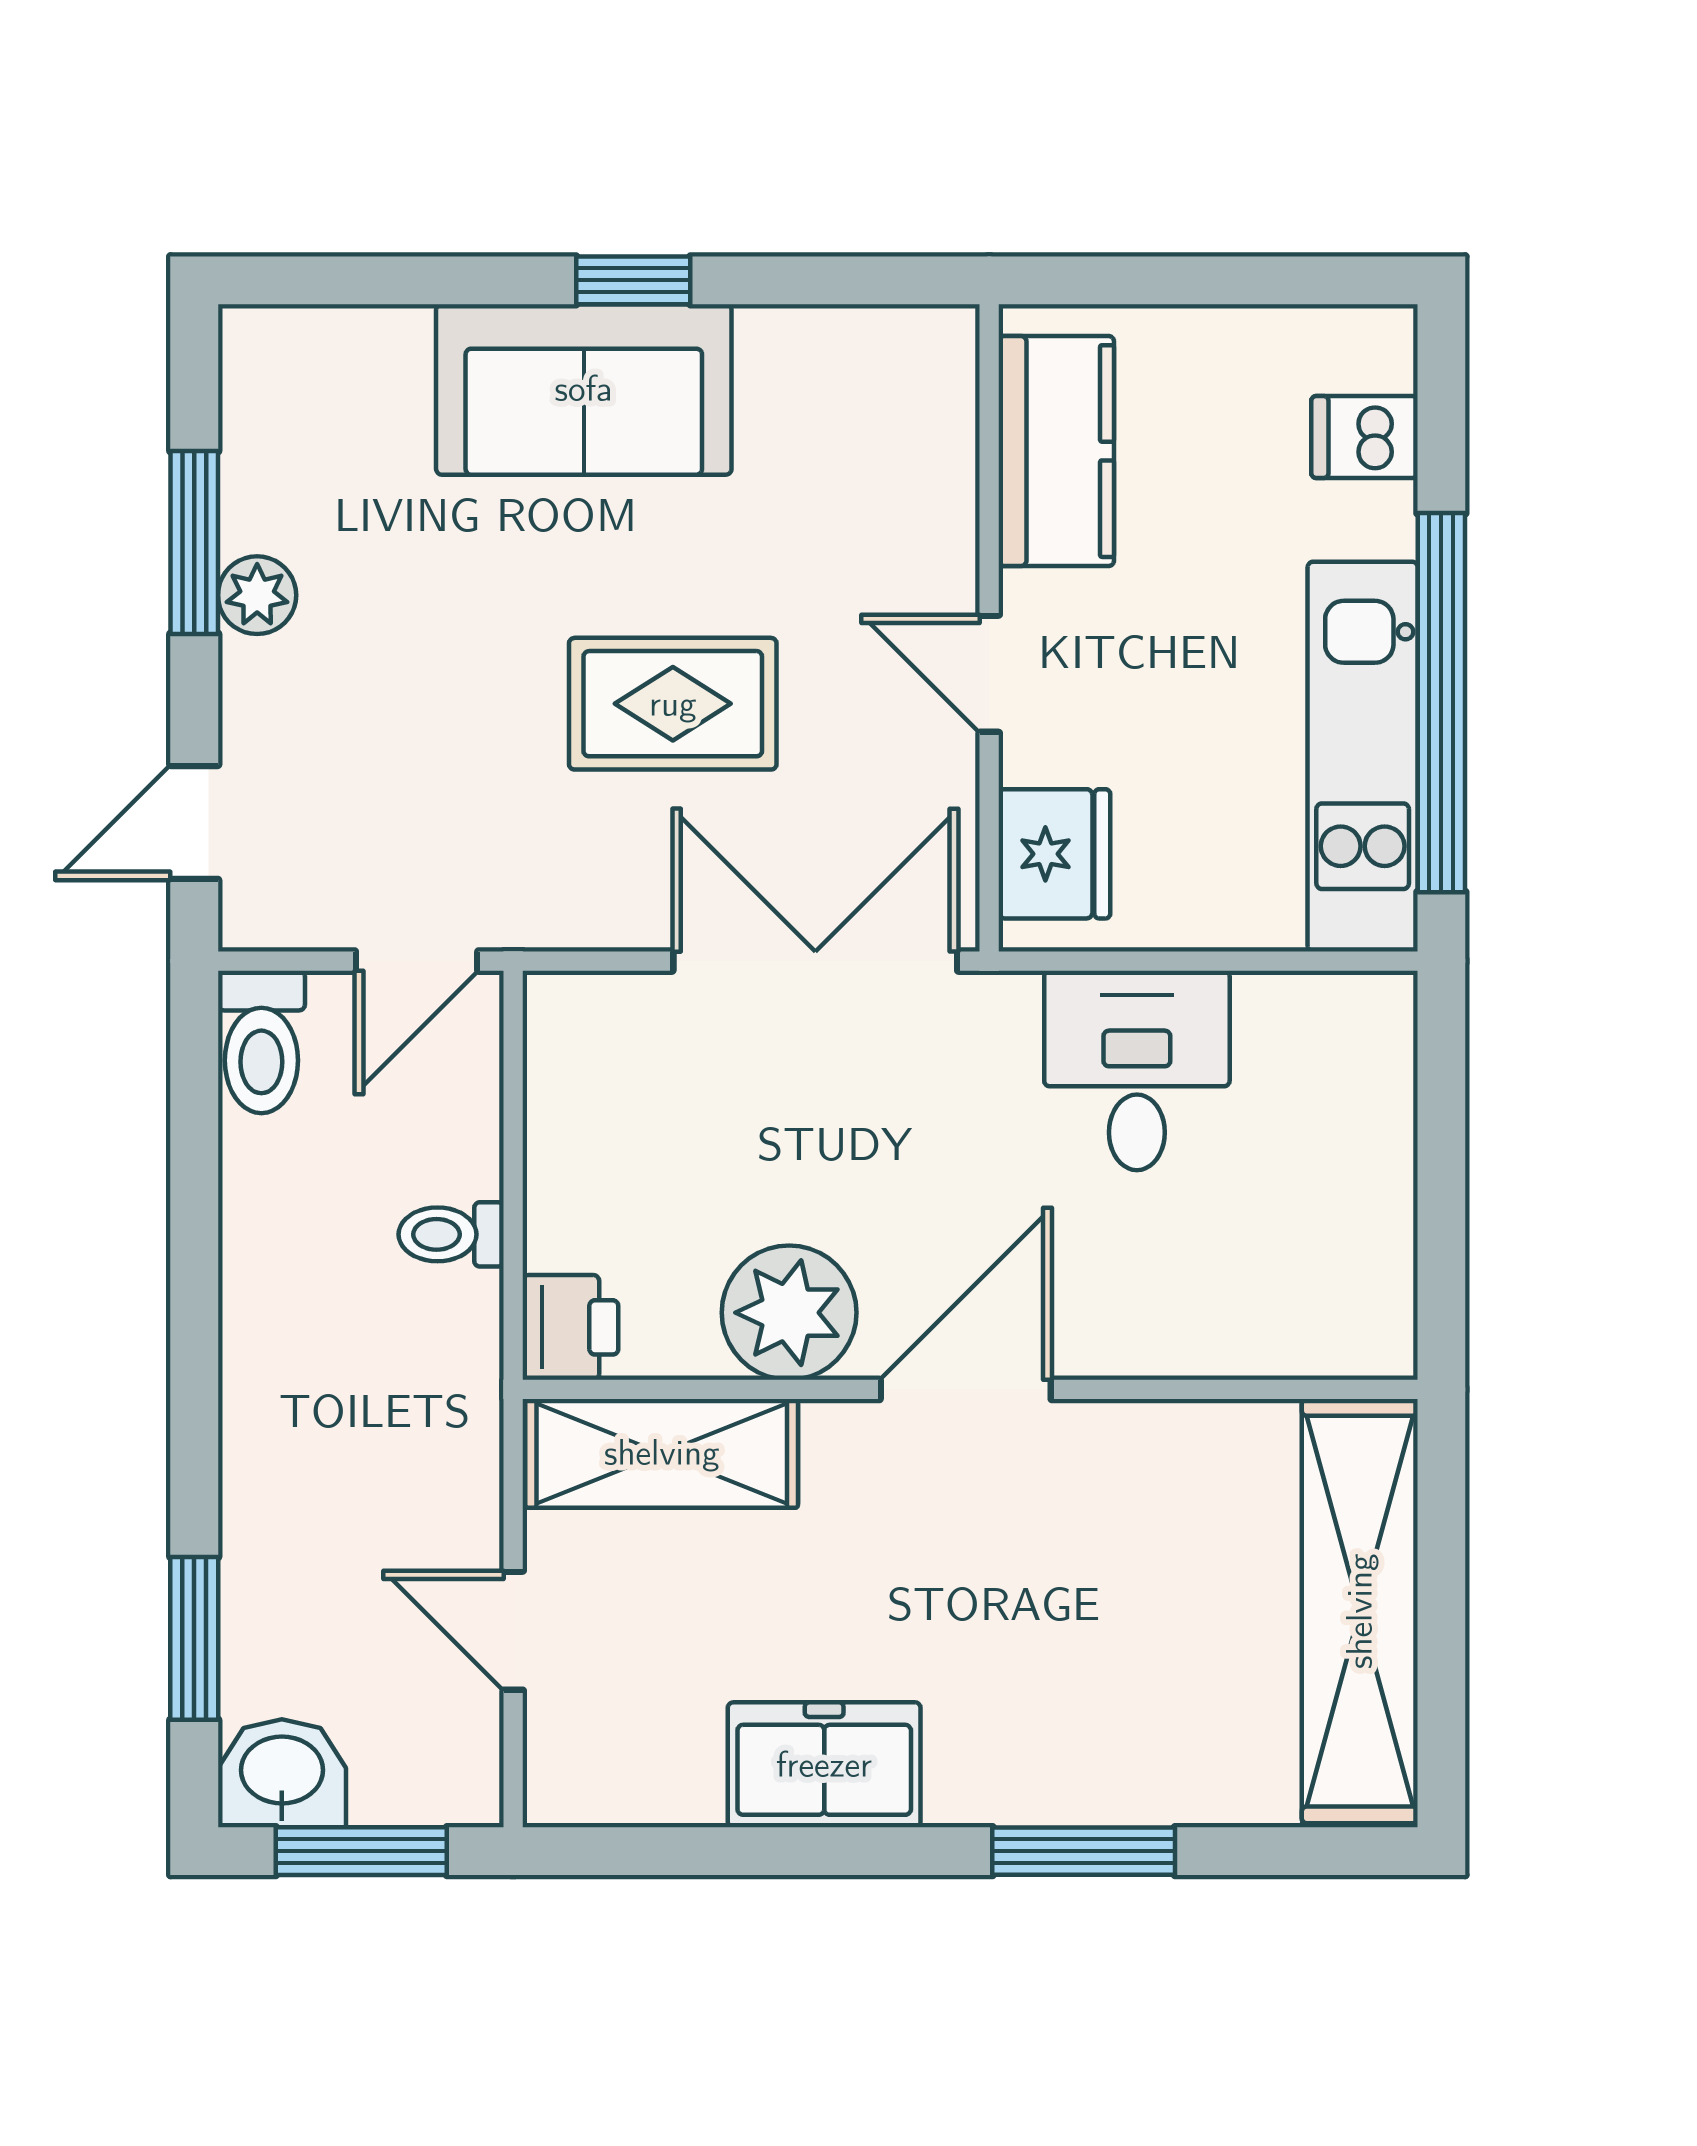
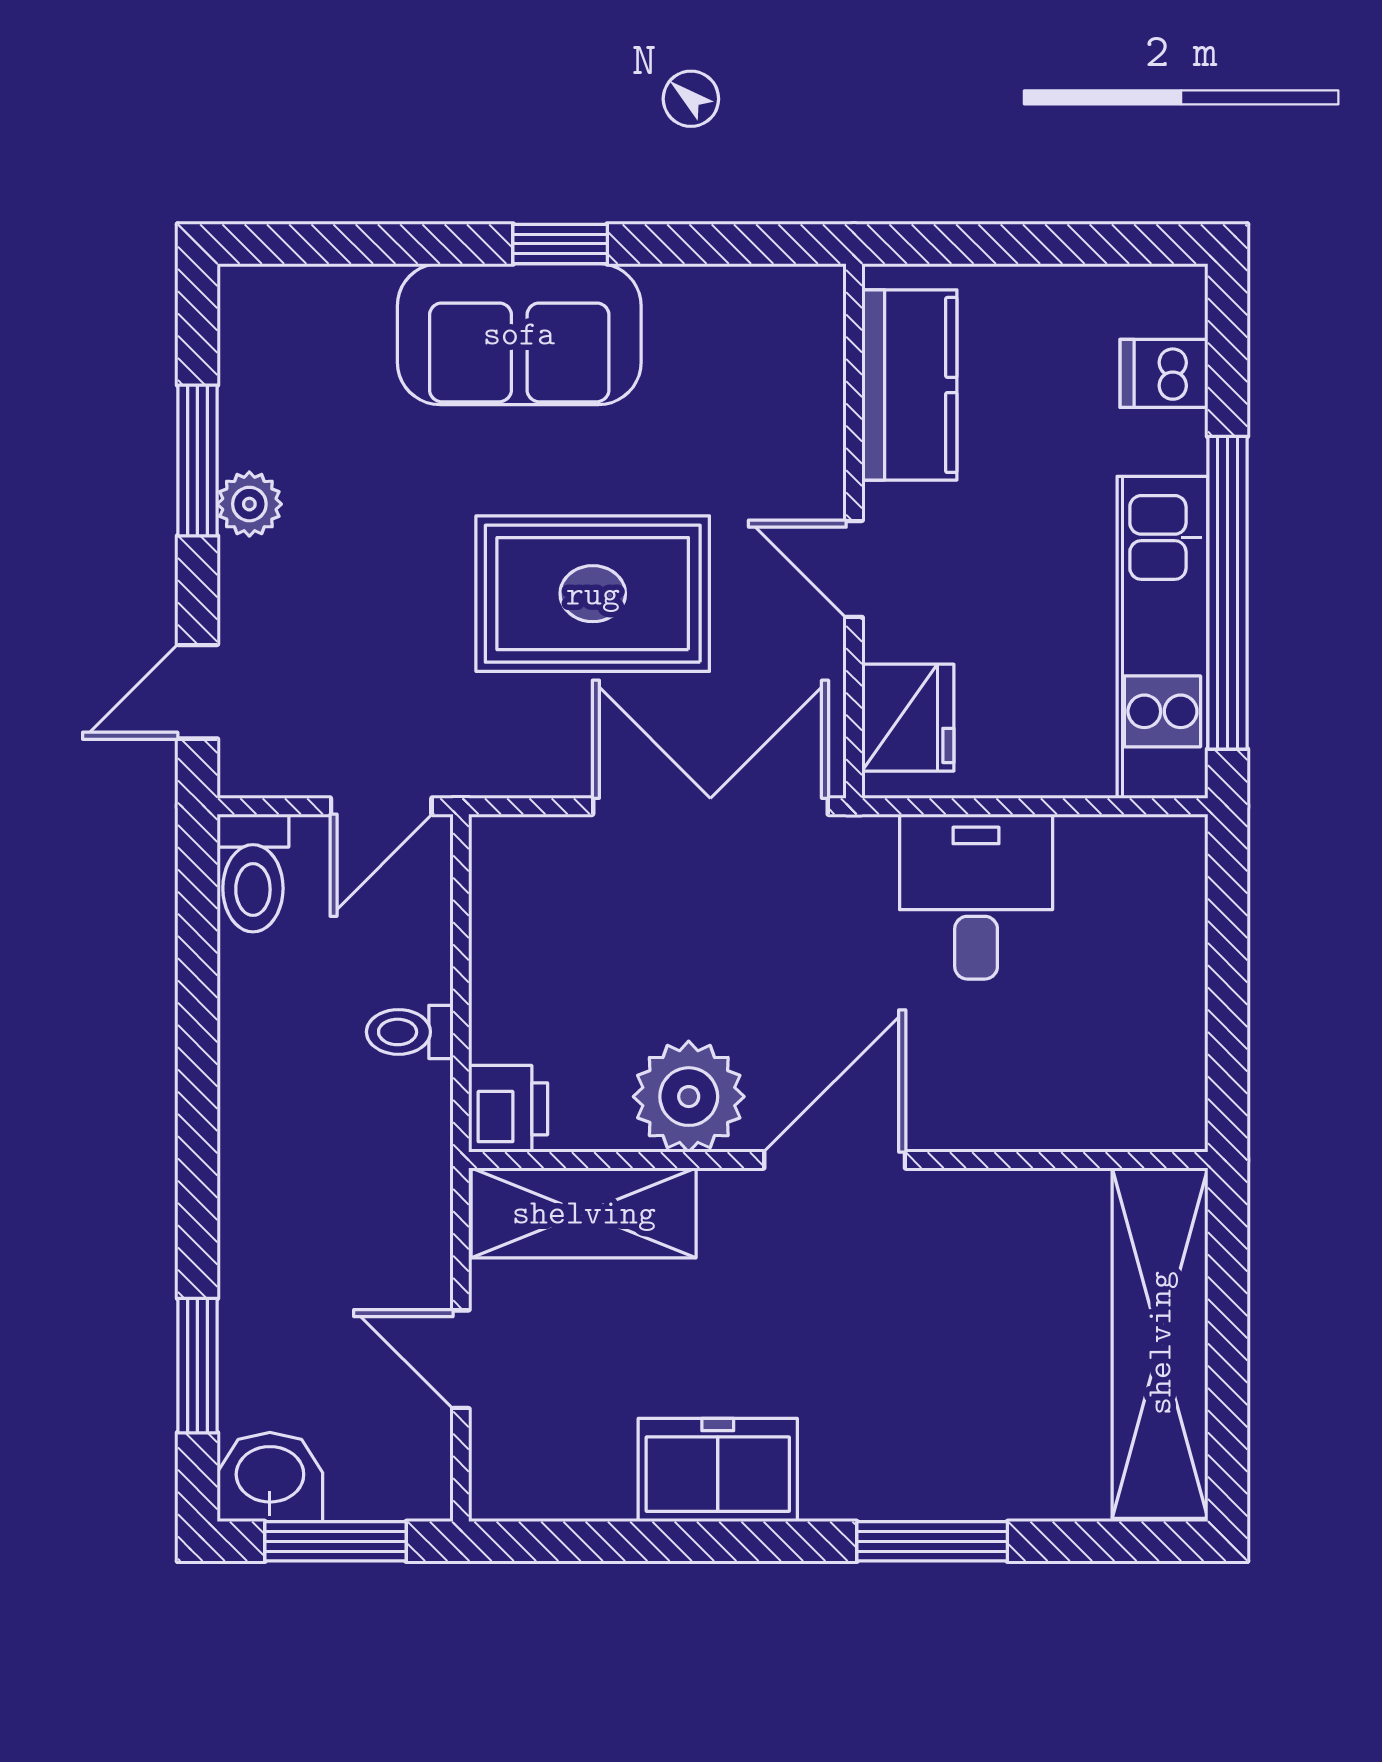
rug: (673, 704) -> (593, 594), width x1.36, depth x1.43

